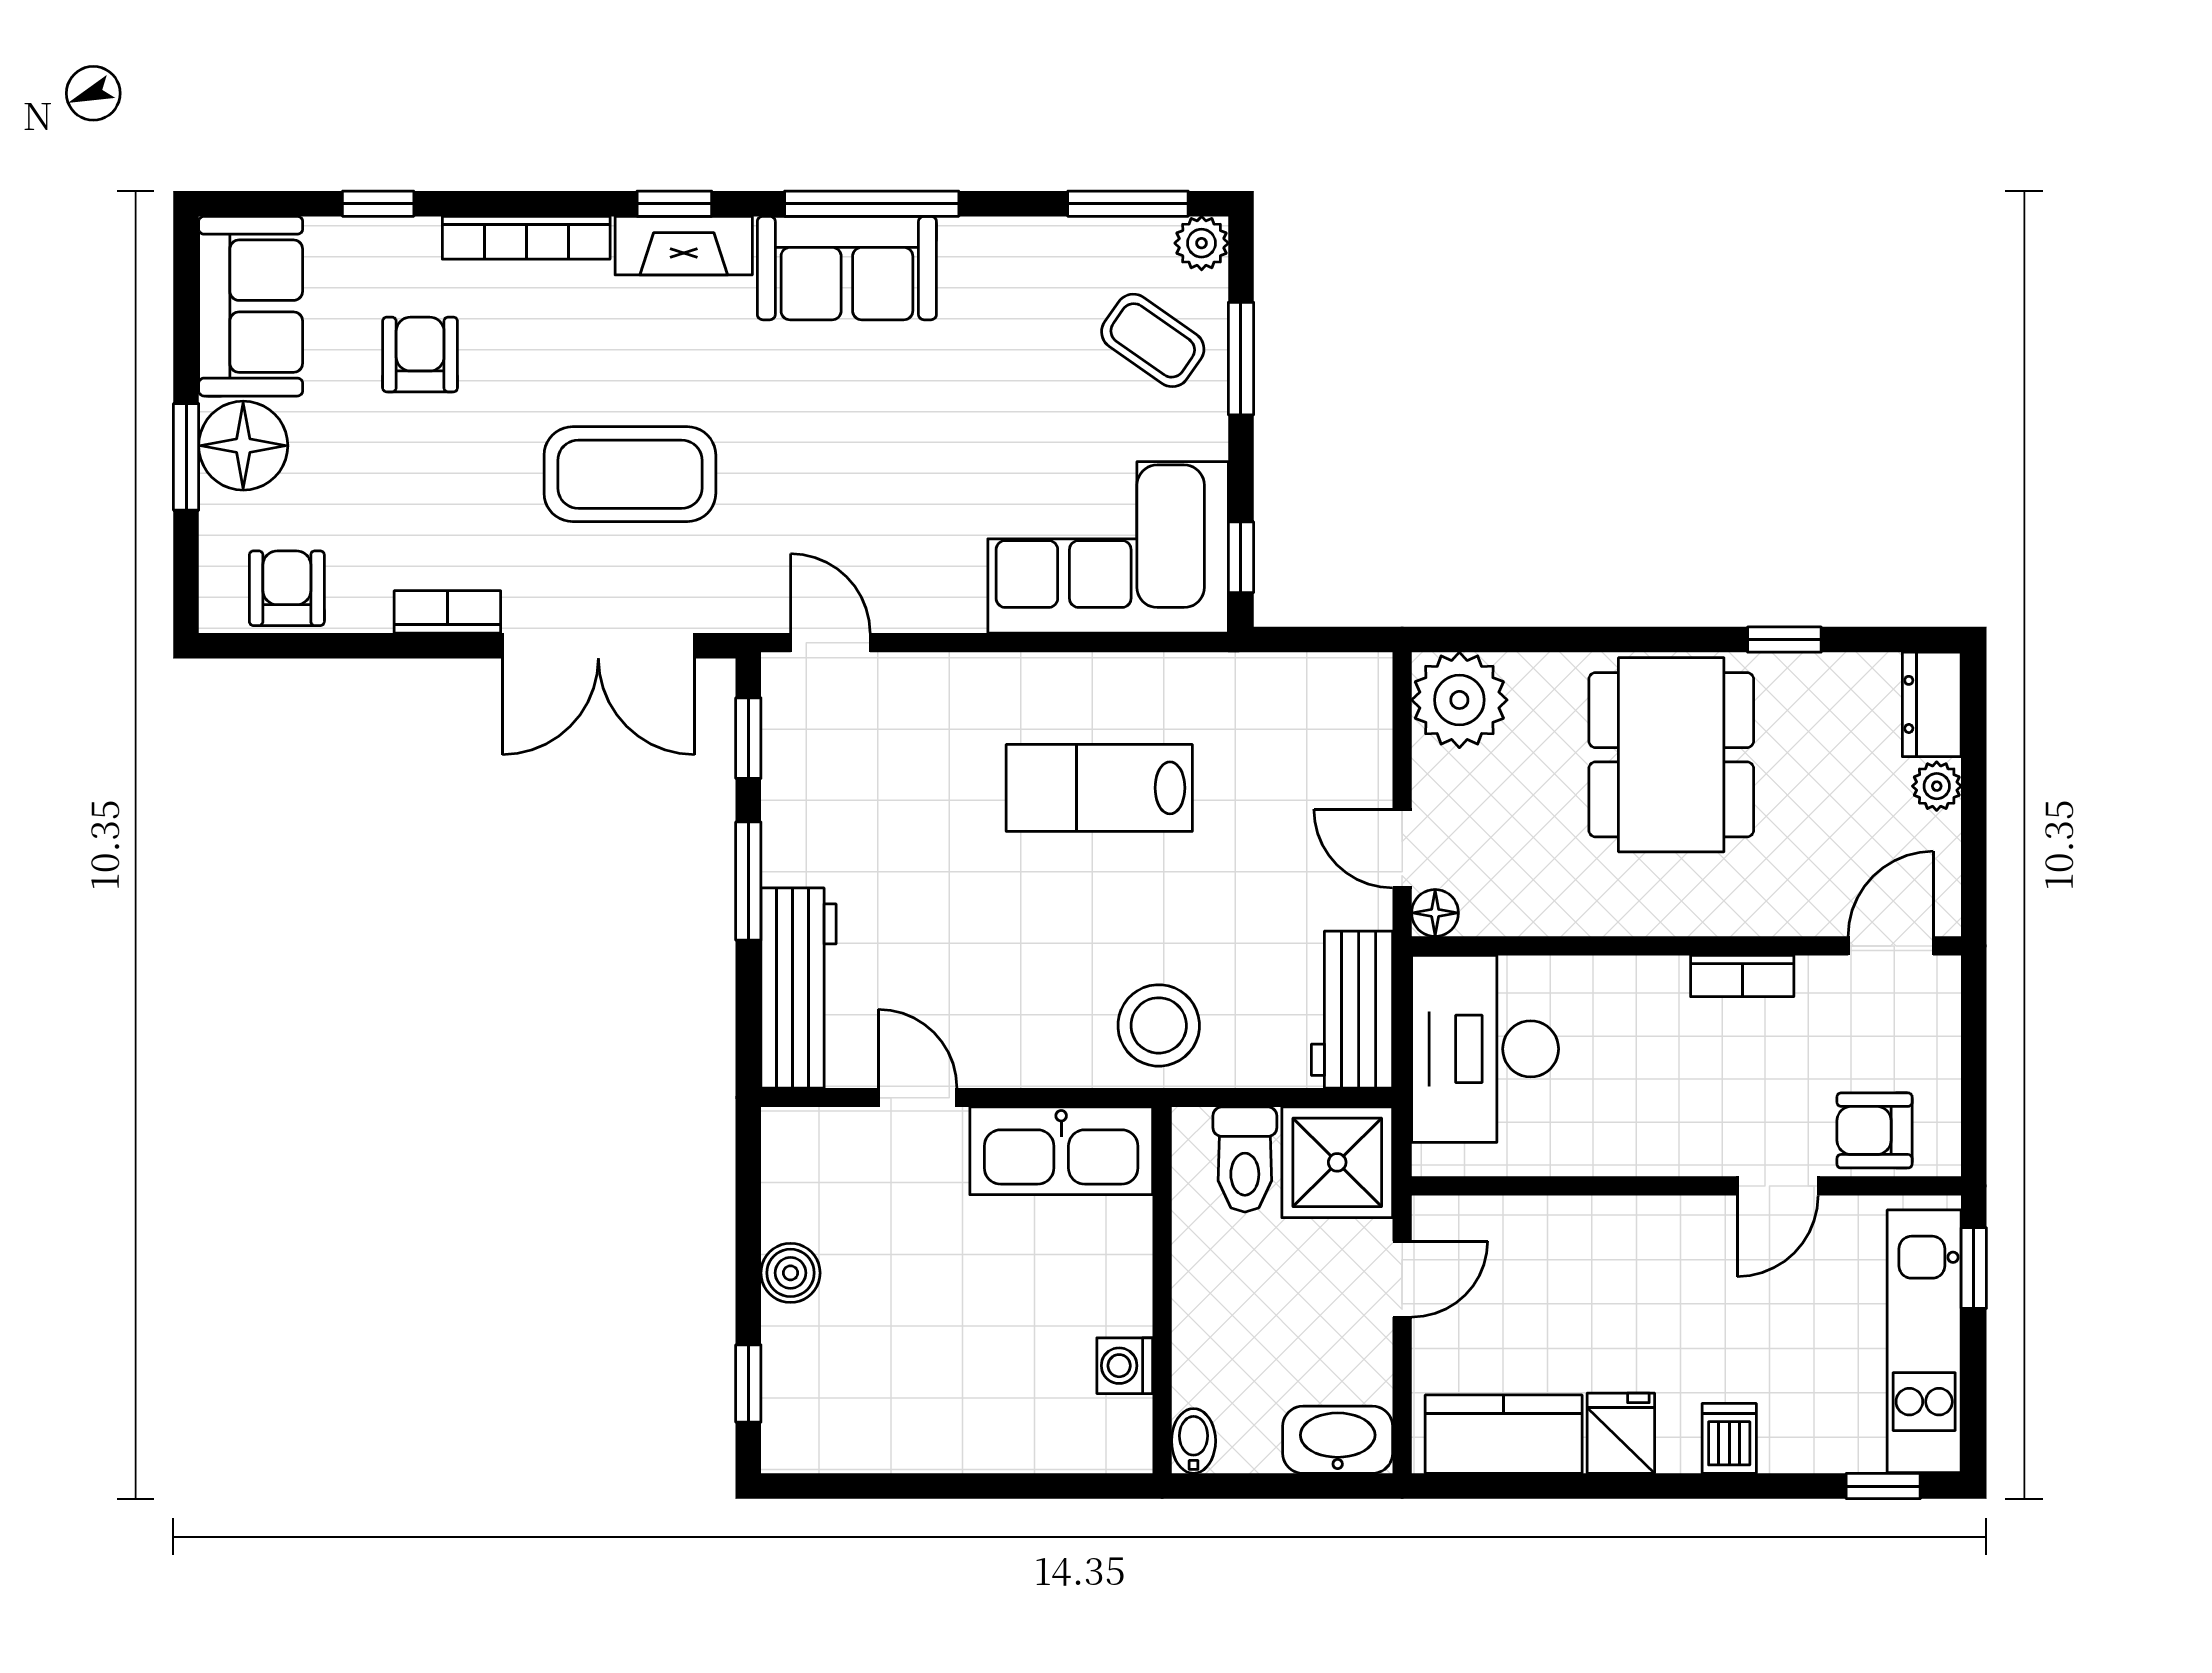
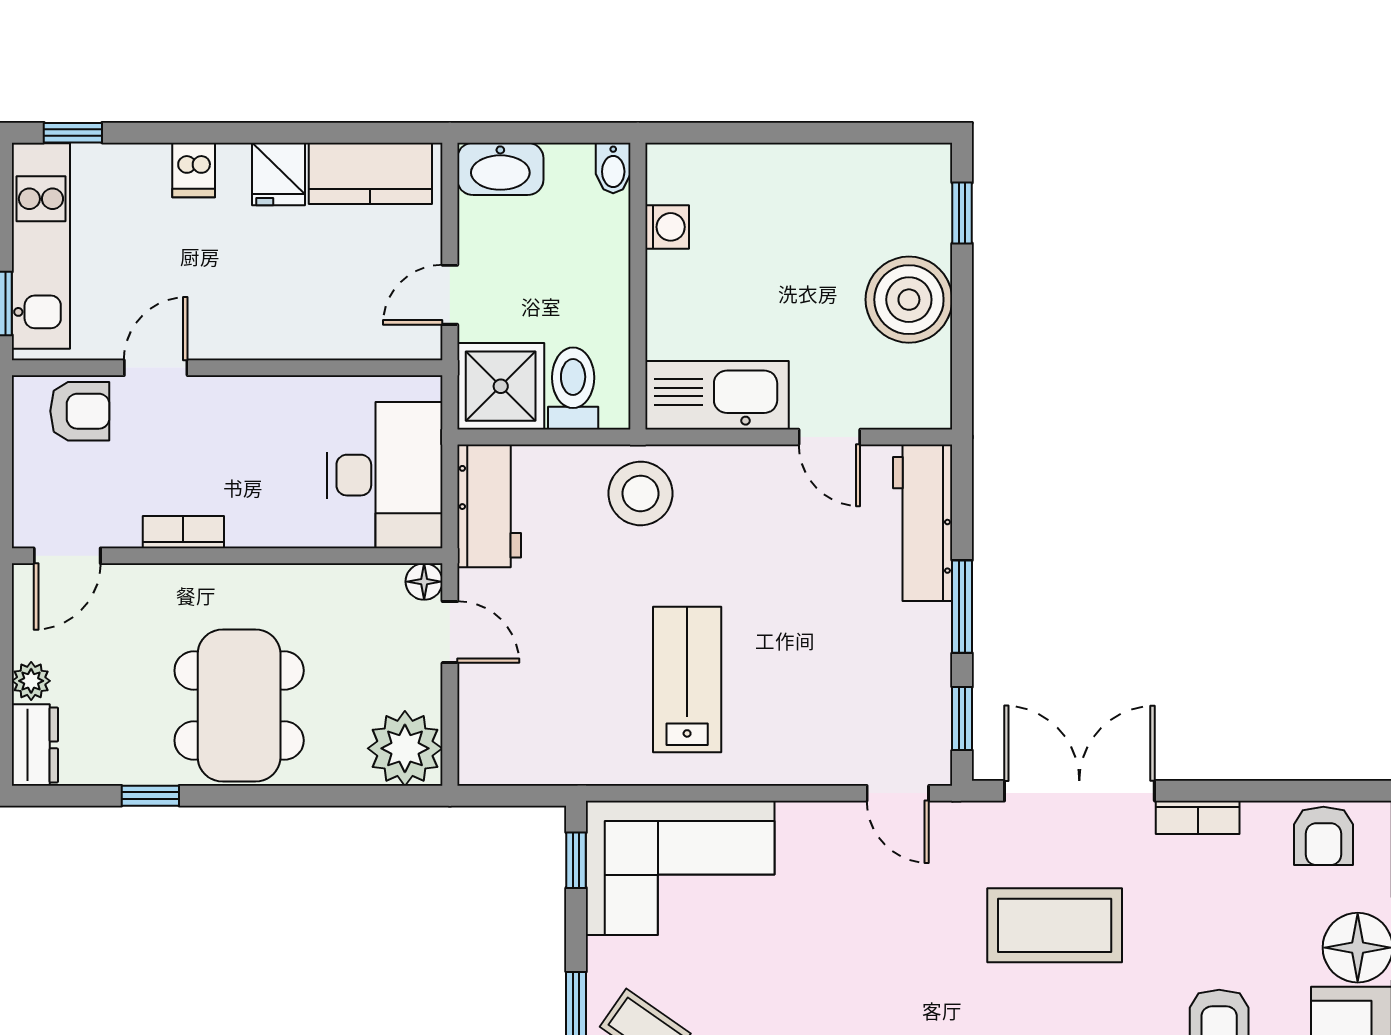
lab bench: (1099, 788) -> (687, 680), turned -90
boiler: (791, 1273) -> (909, 300), width x1.86, depth x1.86

